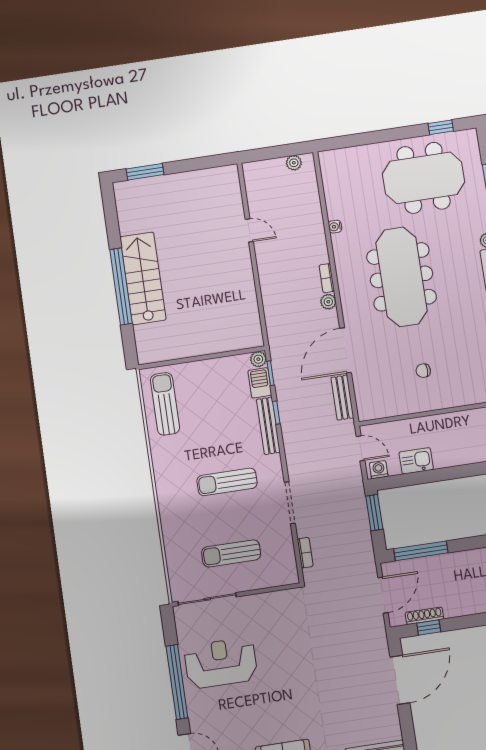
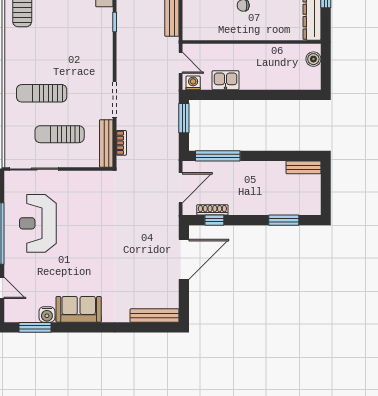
bench: (268, 426) -> (106, 144), moved
sun lounger: (227, 482) -> (42, 93), moved
reception desk: (221, 663) -> (38, 223), turned -90

